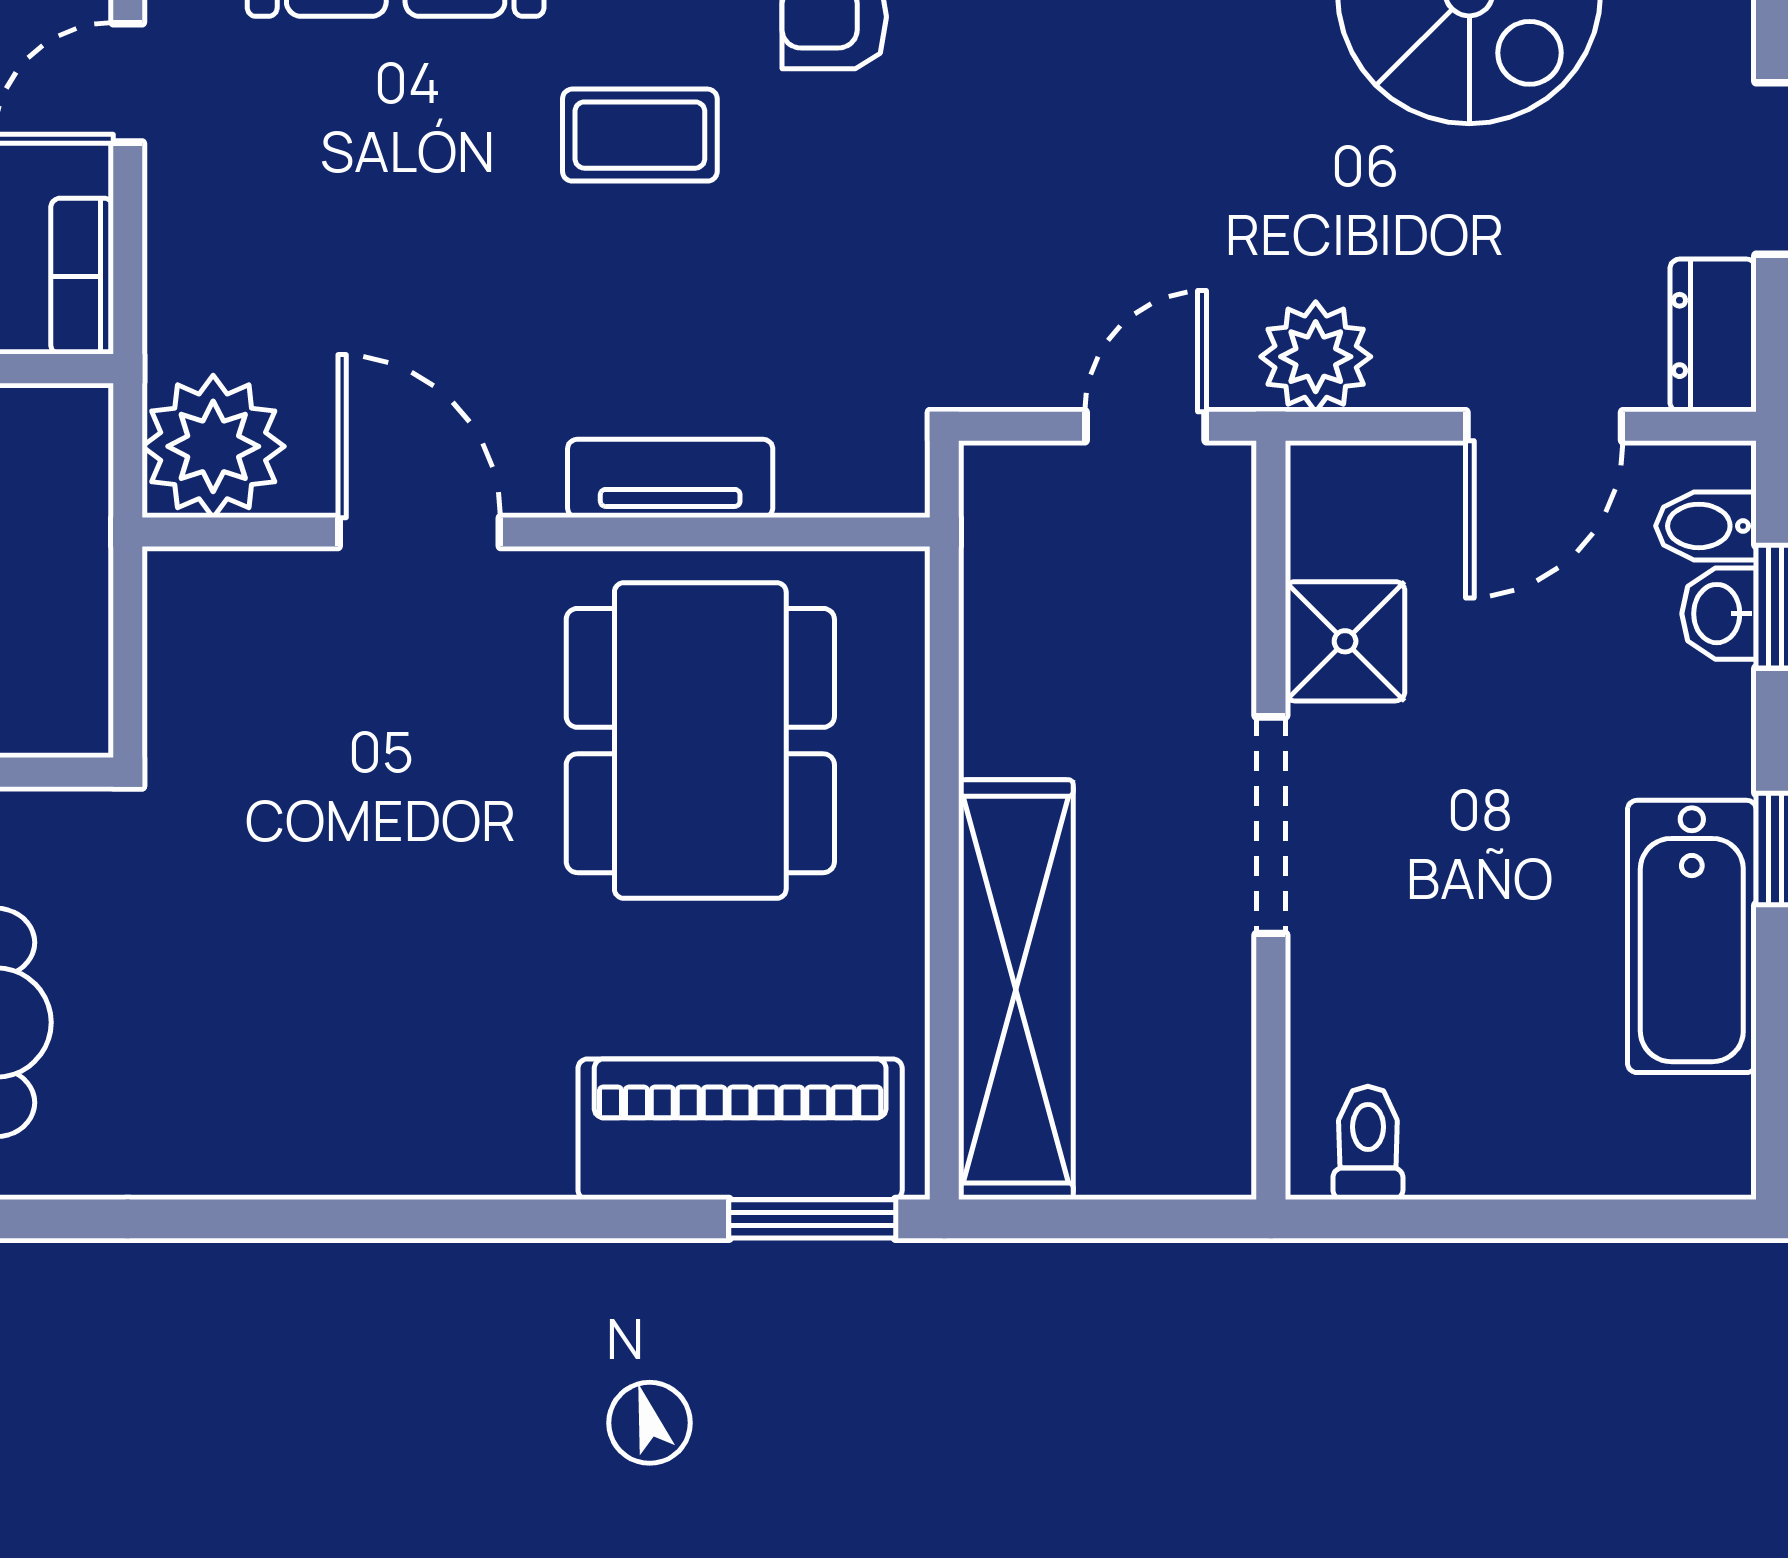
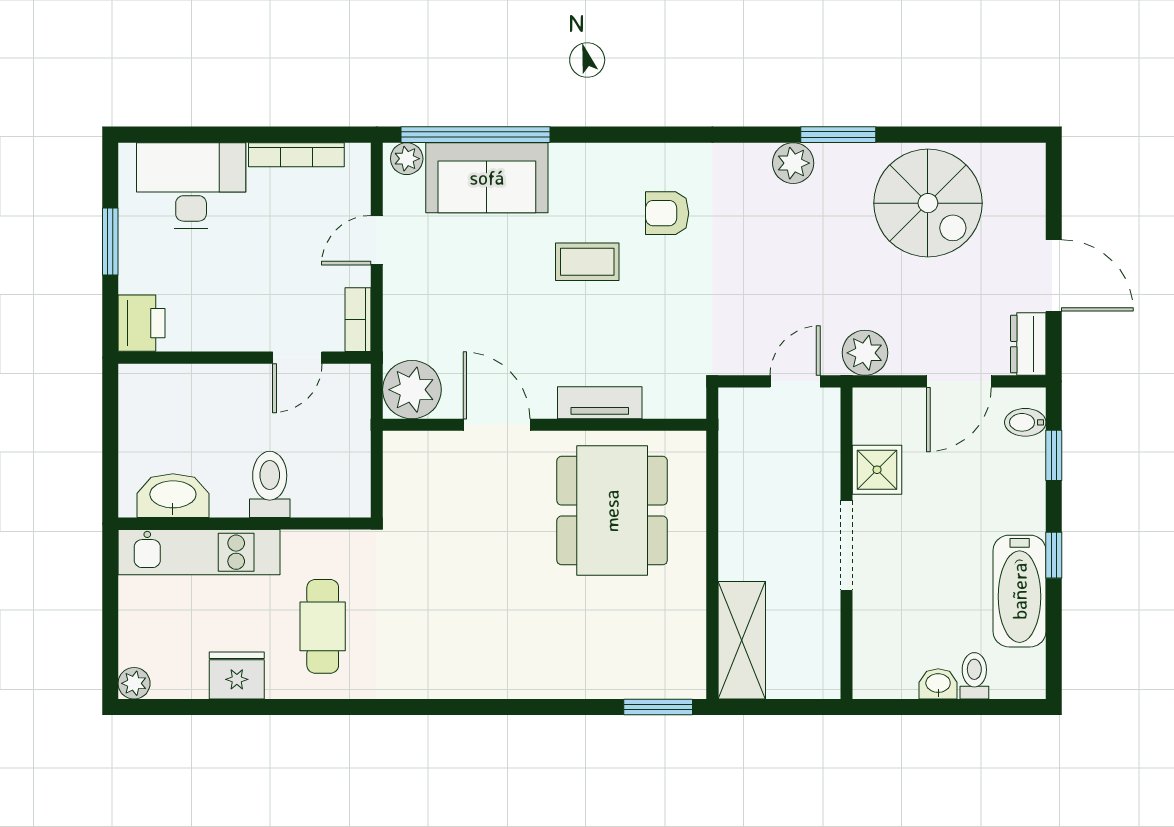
washbasin: (1719, 614) -> (938, 684), moved, turned 90
shelving: (1016, 990) -> (742, 640), width x0.68
piano: (740, 1129) -> (628, 670), removed
toilet: (1368, 1143) -> (974, 676), moved

